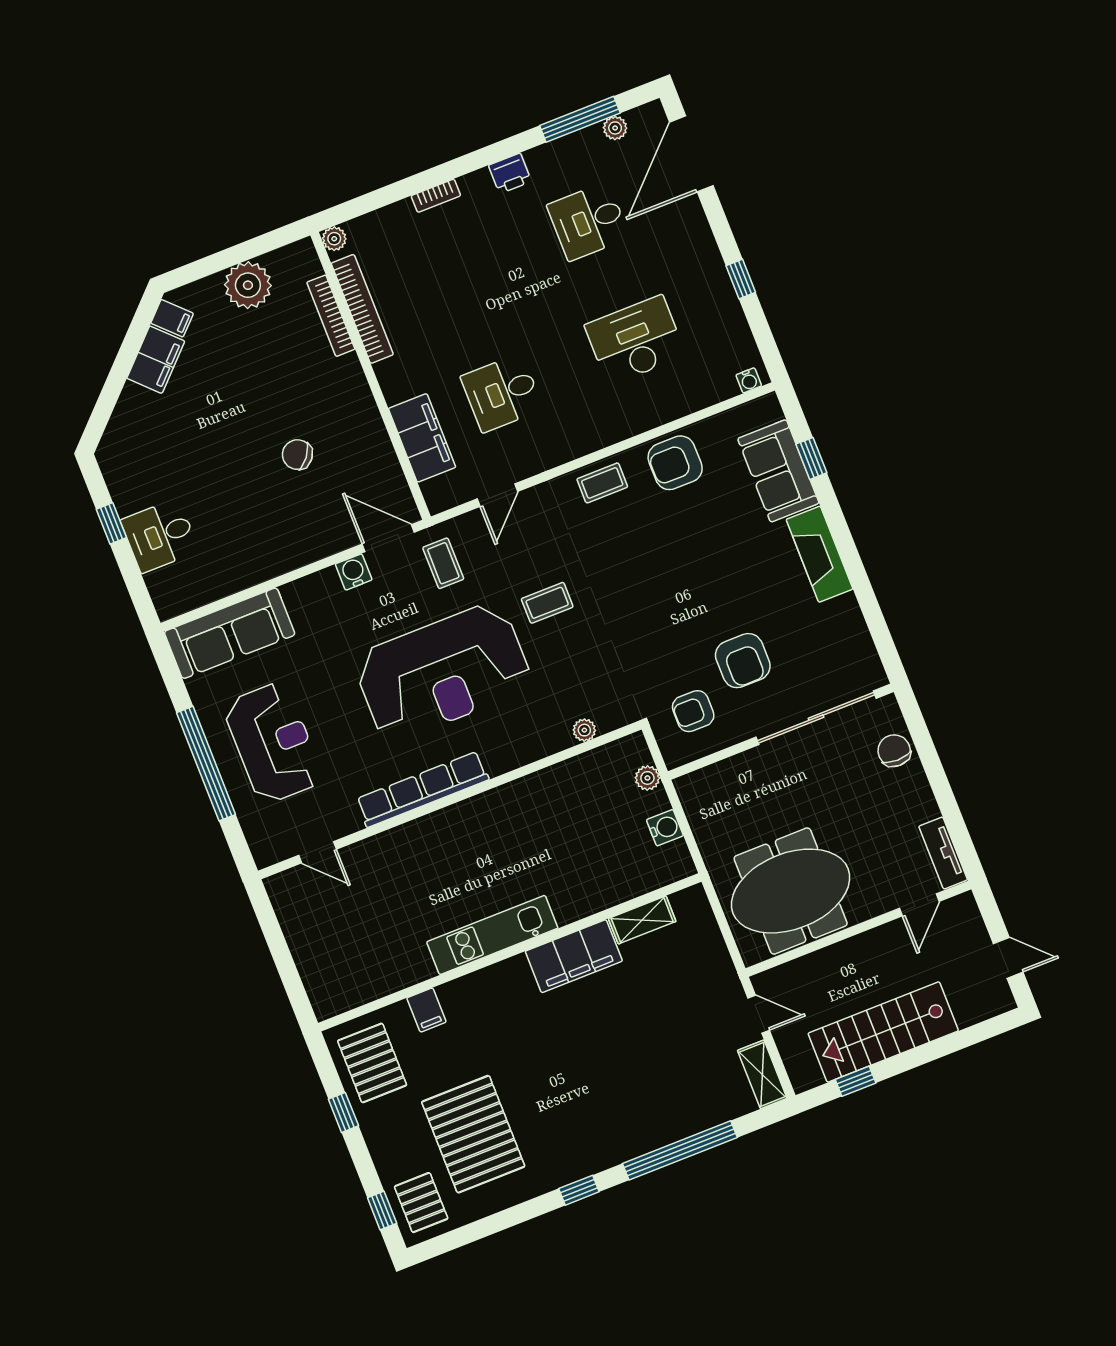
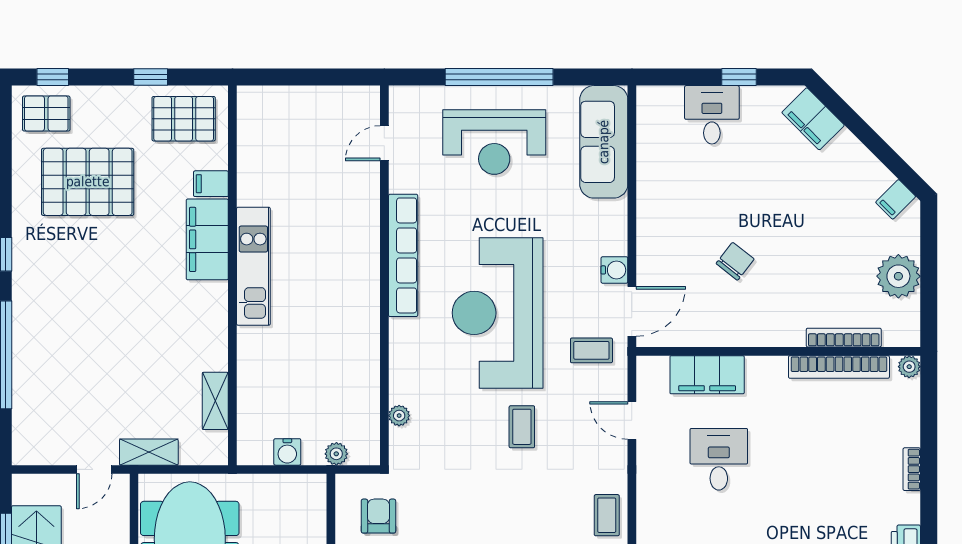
filing cabinet: (156, 360) -> (813, 119), moved
filing cabinet: (574, 956) -> (207, 239), moved
shelving: (762, 1074) -> (149, 452), moved

